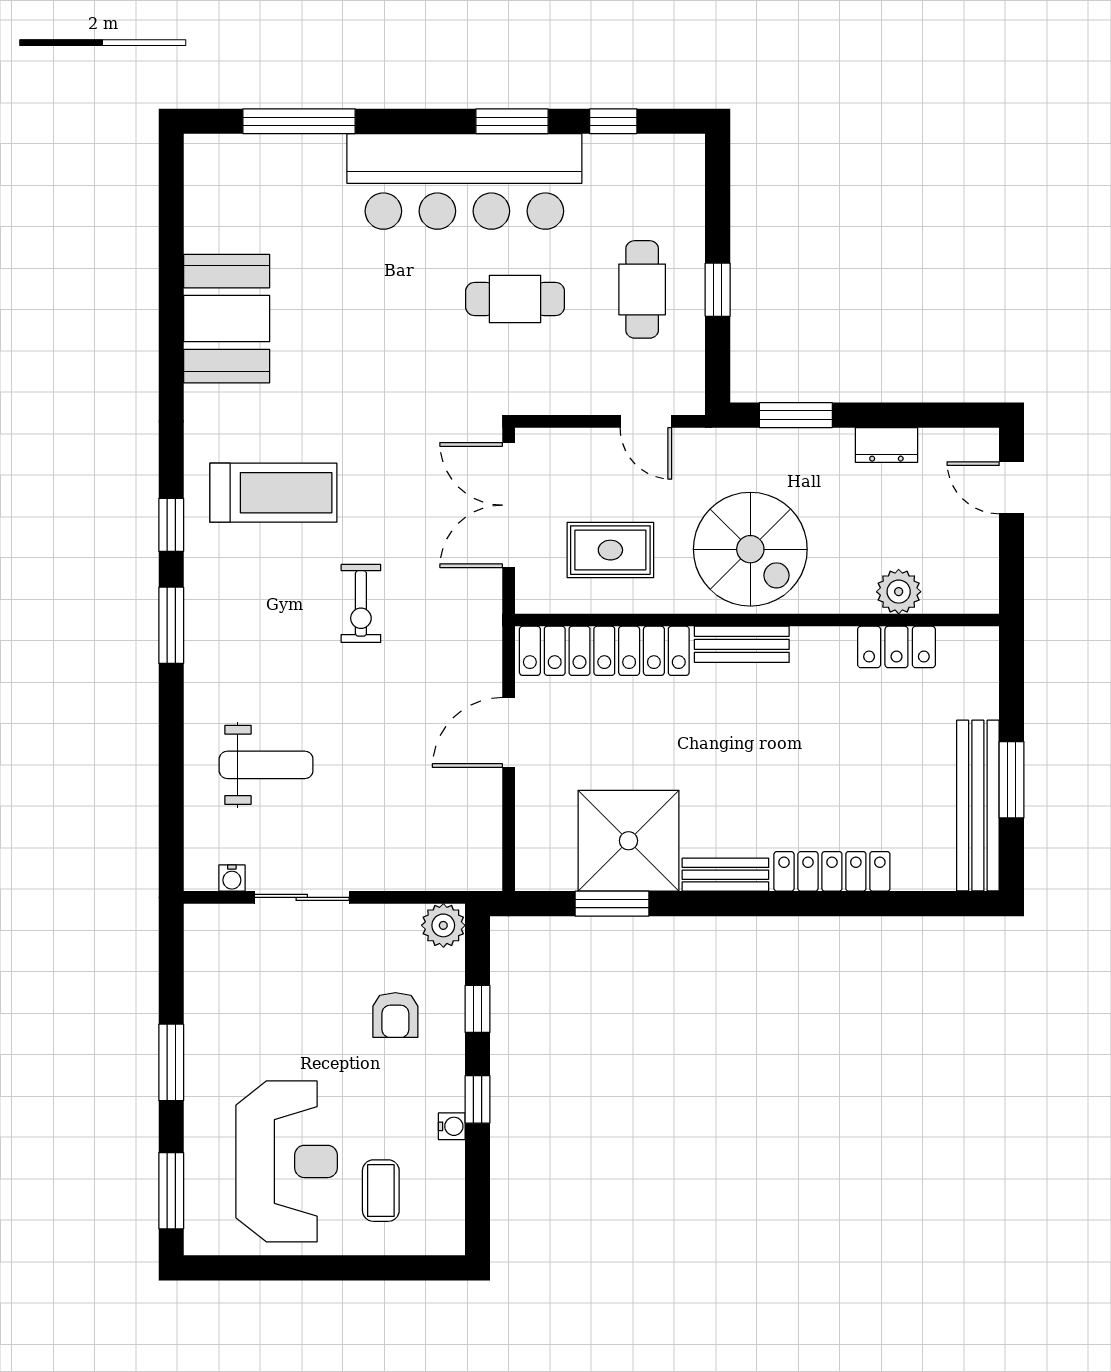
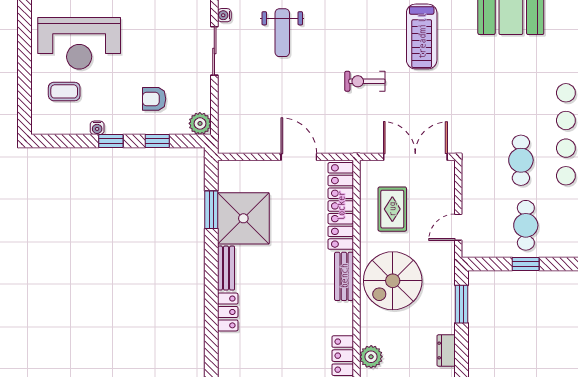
cafe table: (642, 289) -> (526, 225), turned 90
locker: (832, 871) -> (228, 312), width x0.66

